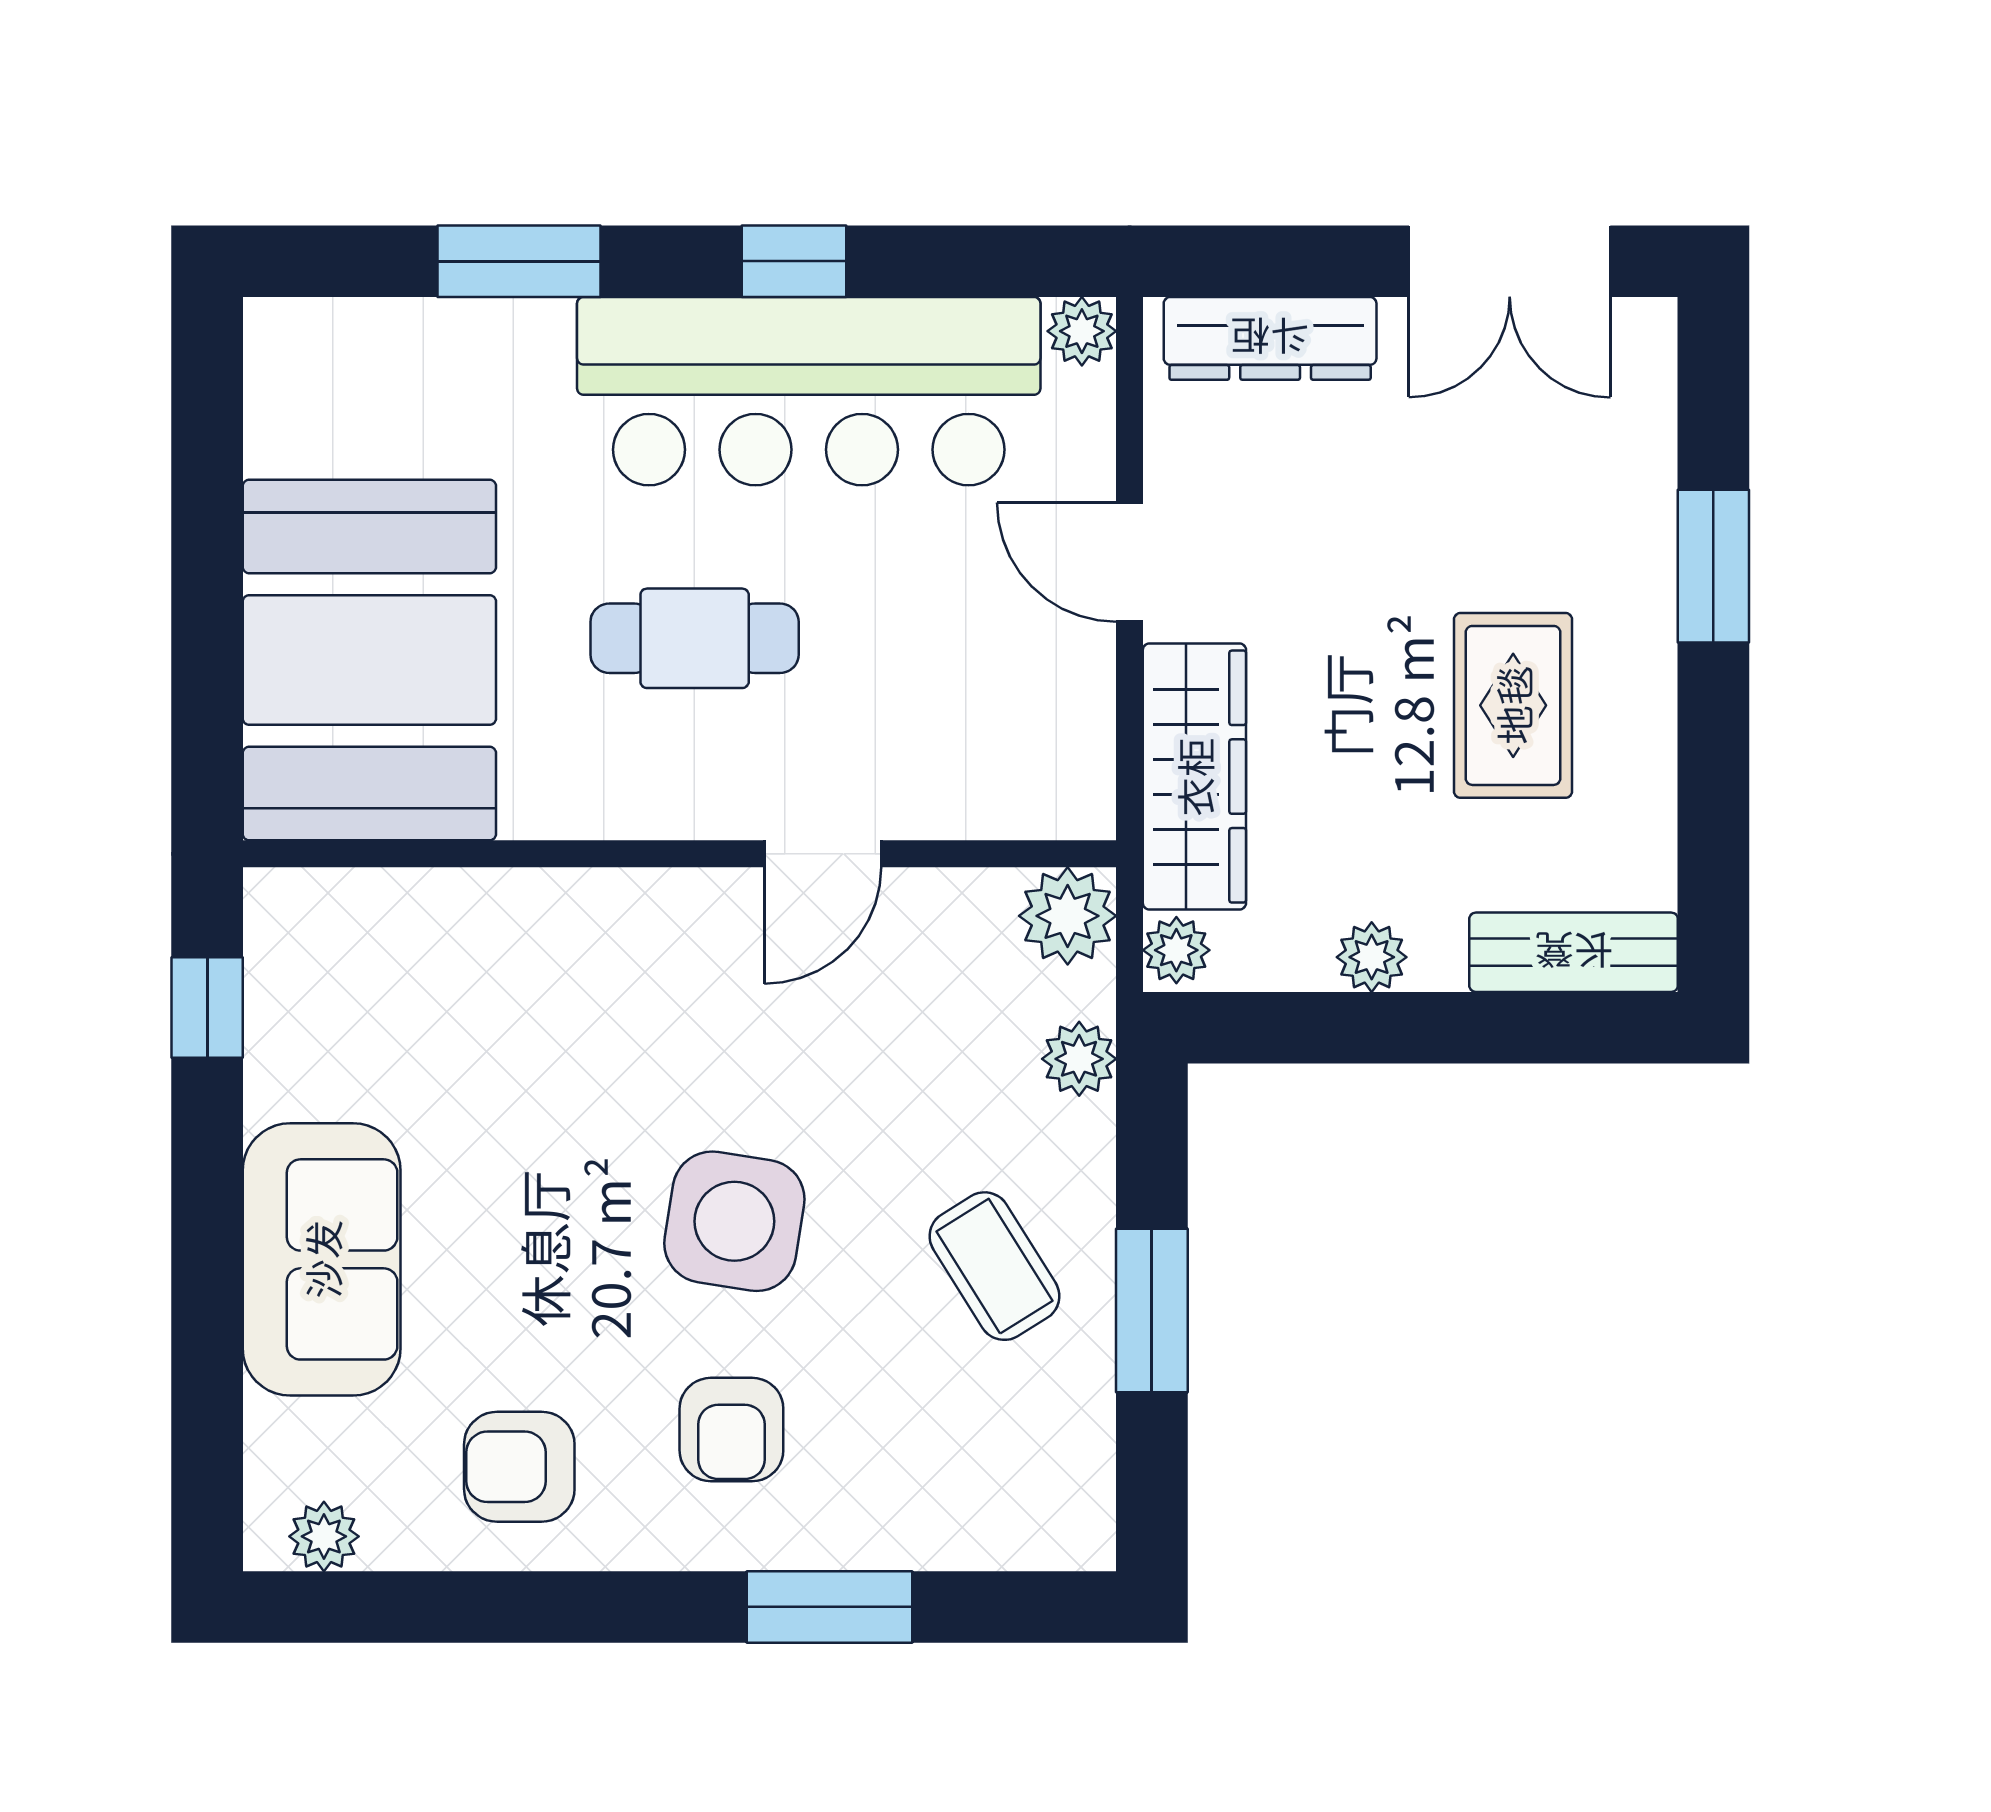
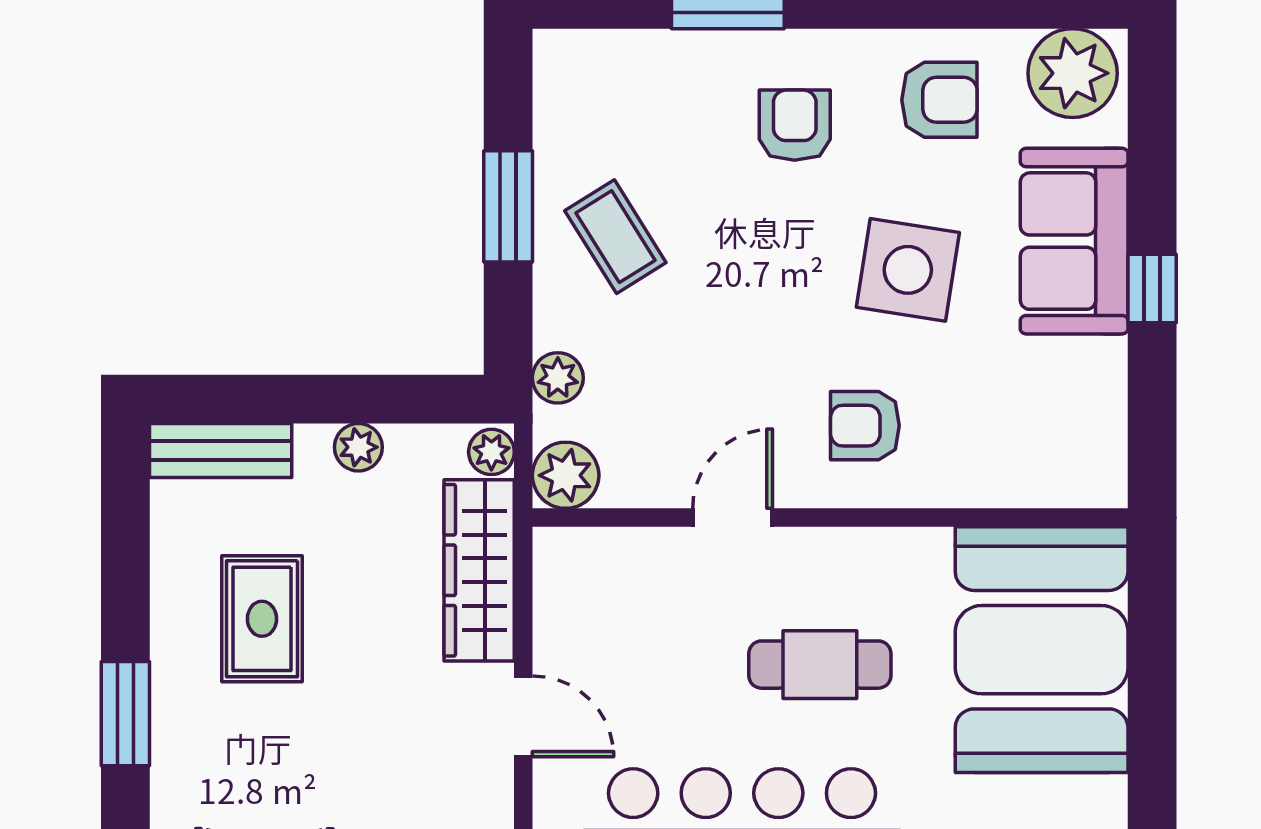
armchair: (628, 989) -> (865, 426), added
window: (207, 1007) -> (1152, 288), moved
side table: (734, 1221) -> (908, 270), moved
plant: (324, 1536) -> (1073, 73), width x1.88, depth x1.88

